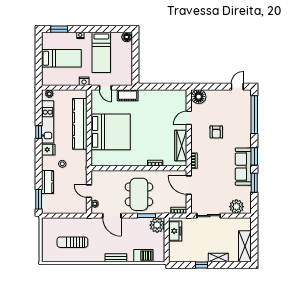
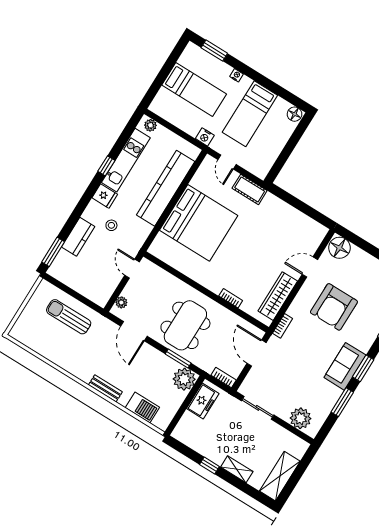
armchair: (216, 132) -> (334, 307), width x1.88, depth x1.88
sofa: (243, 167) -> (345, 366), width x0.73
door: (89, 191) -> (132, 269), moved
sun lounger: (72, 242) -> (69, 317), moved

